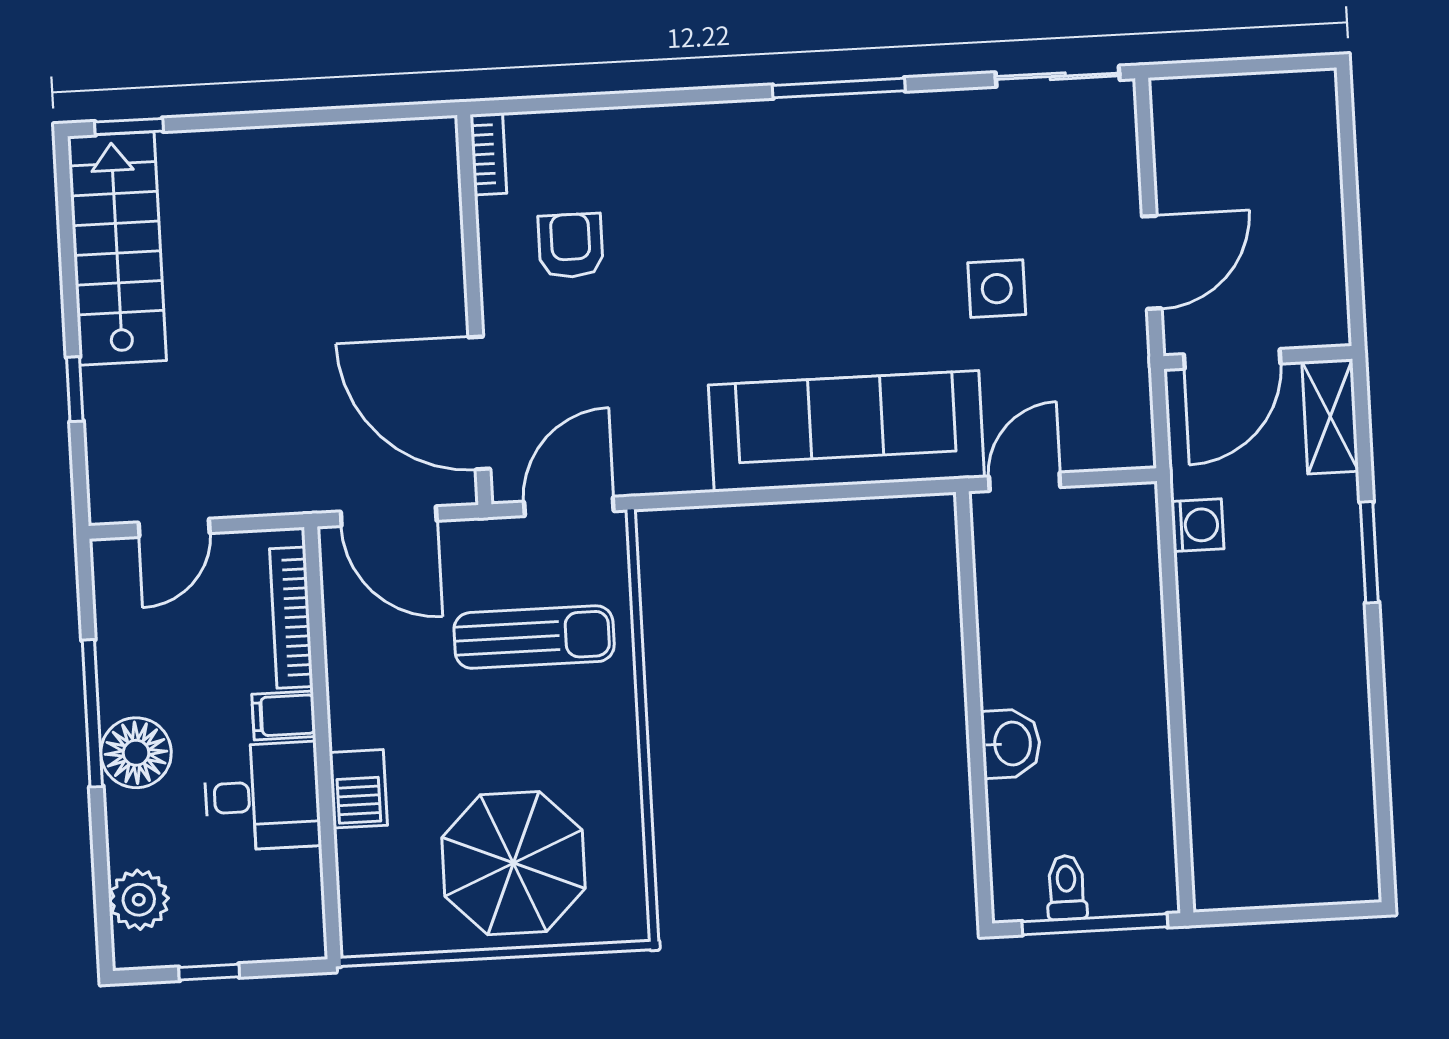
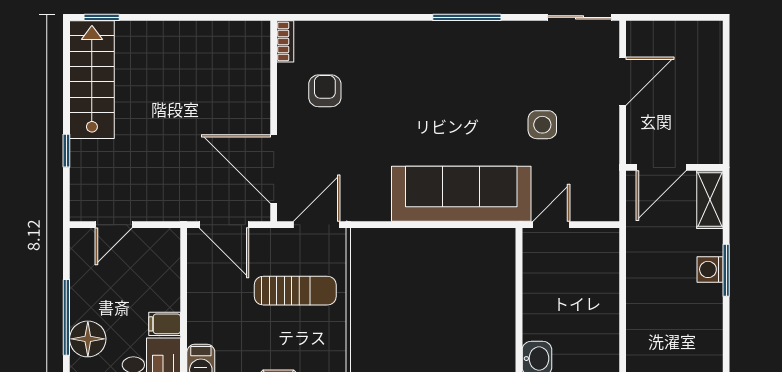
door: (1152, 262) -> (623, 81), moved
washing machine: (1197, 525) -> (710, 269), moved, turned 180
bookcase: (291, 618) -> (171, 274), removed

